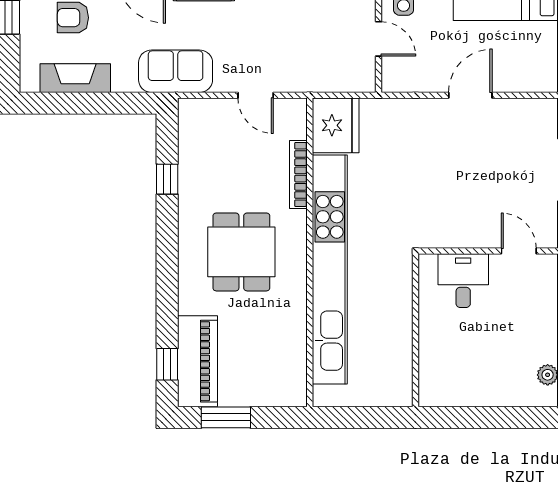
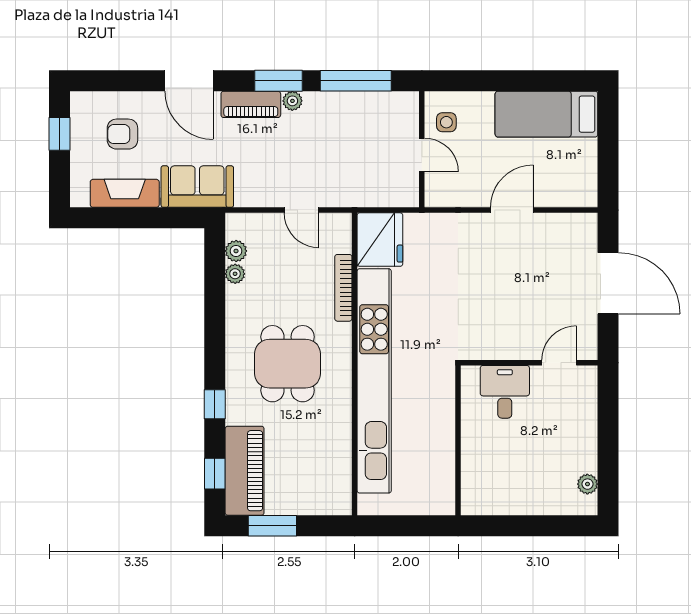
sofa: (176, 71) -> (197, 187), moved
plant: (189, 137) -> (236, 251), added
plant: (188, 160) -> (235, 274), added
window: (167, 179) -> (215, 404), moved
door: (519, 251) -> (559, 363), hinge flipped

